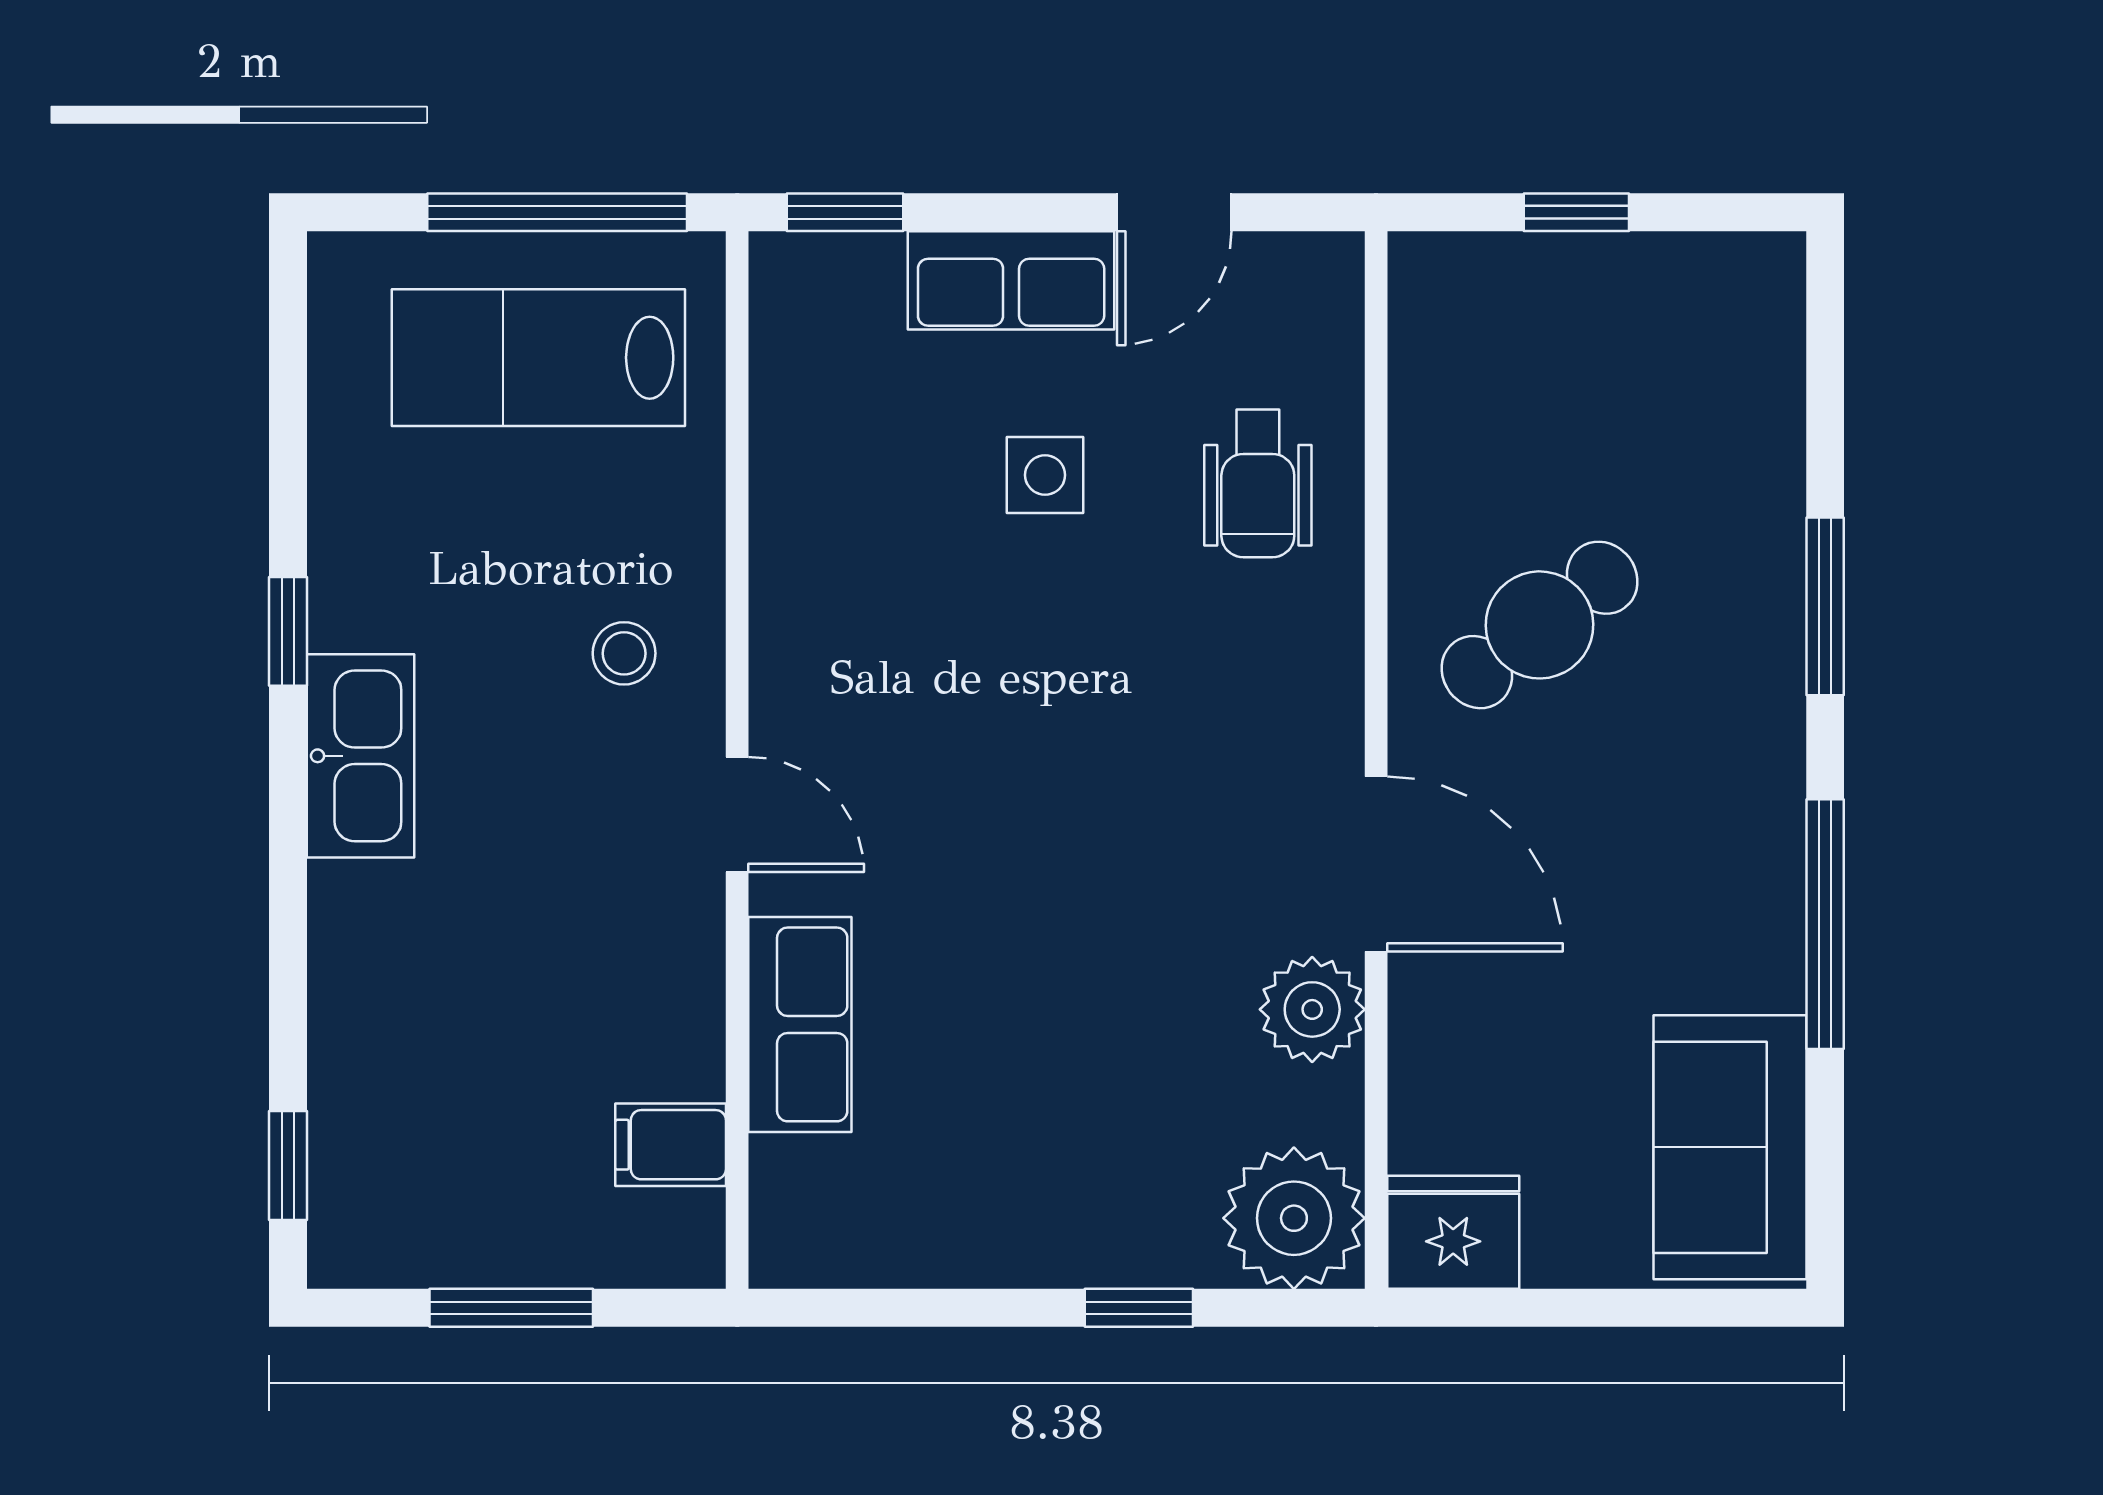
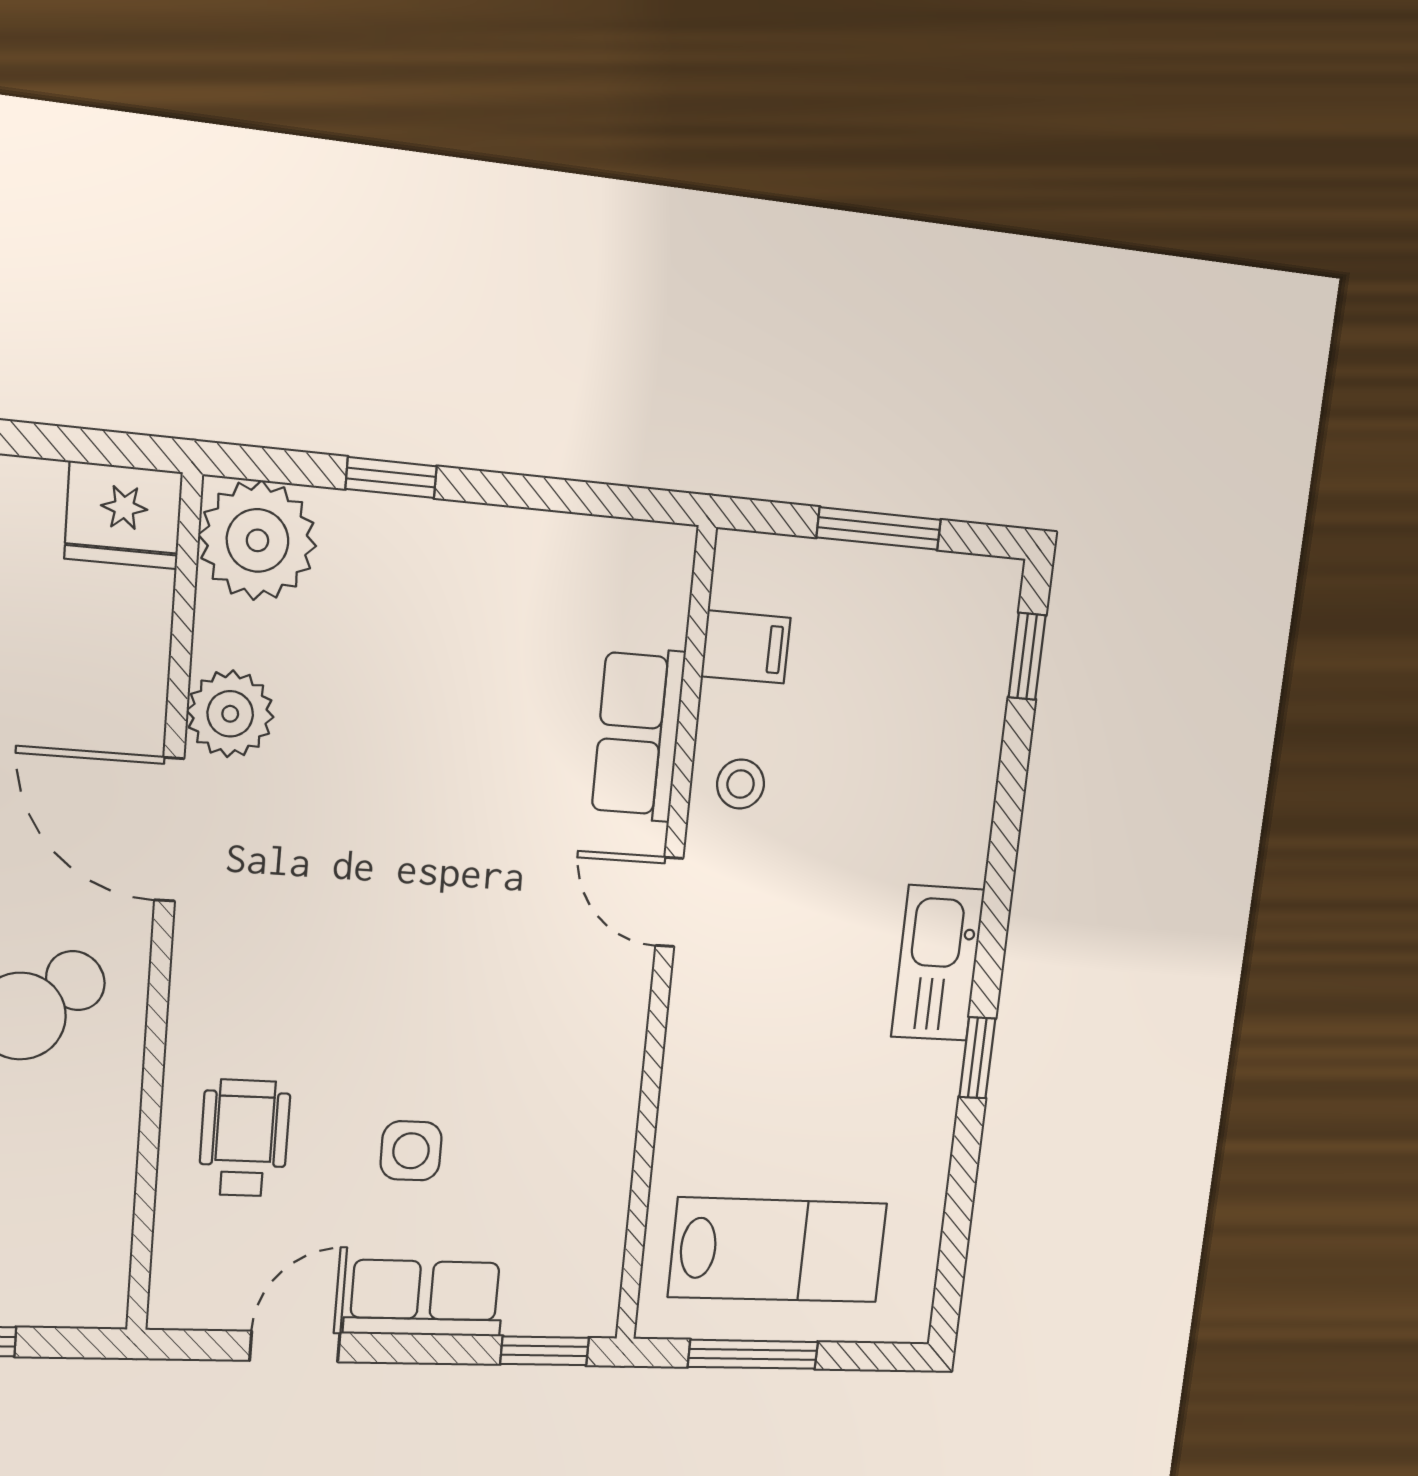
window: (557, 212) -> (753, 1354), width x0.69
stool: (624, 653) -> (741, 784), moved

